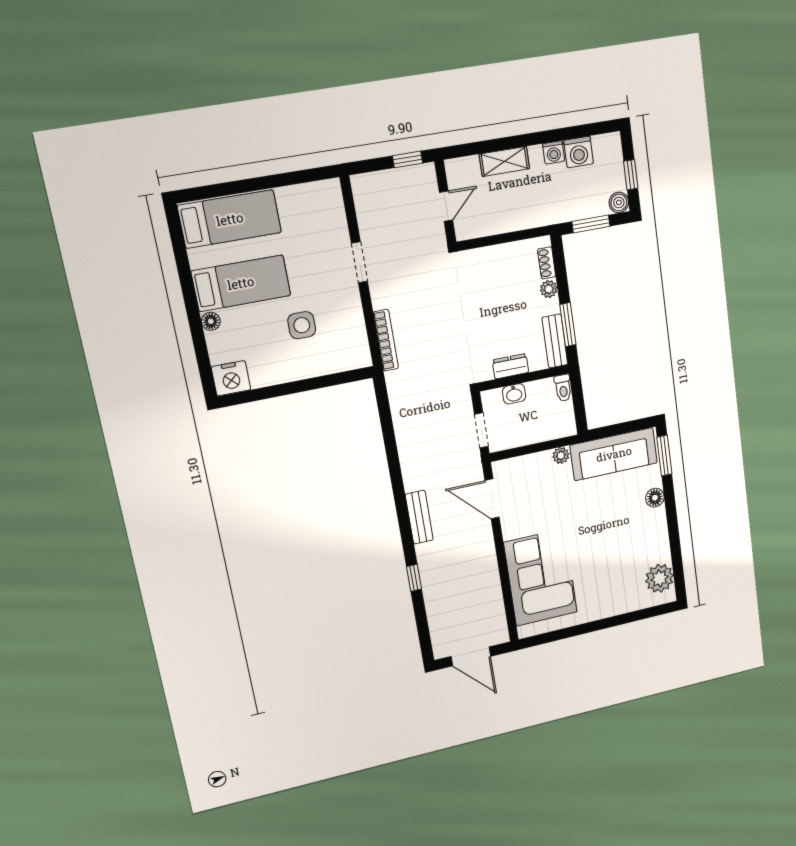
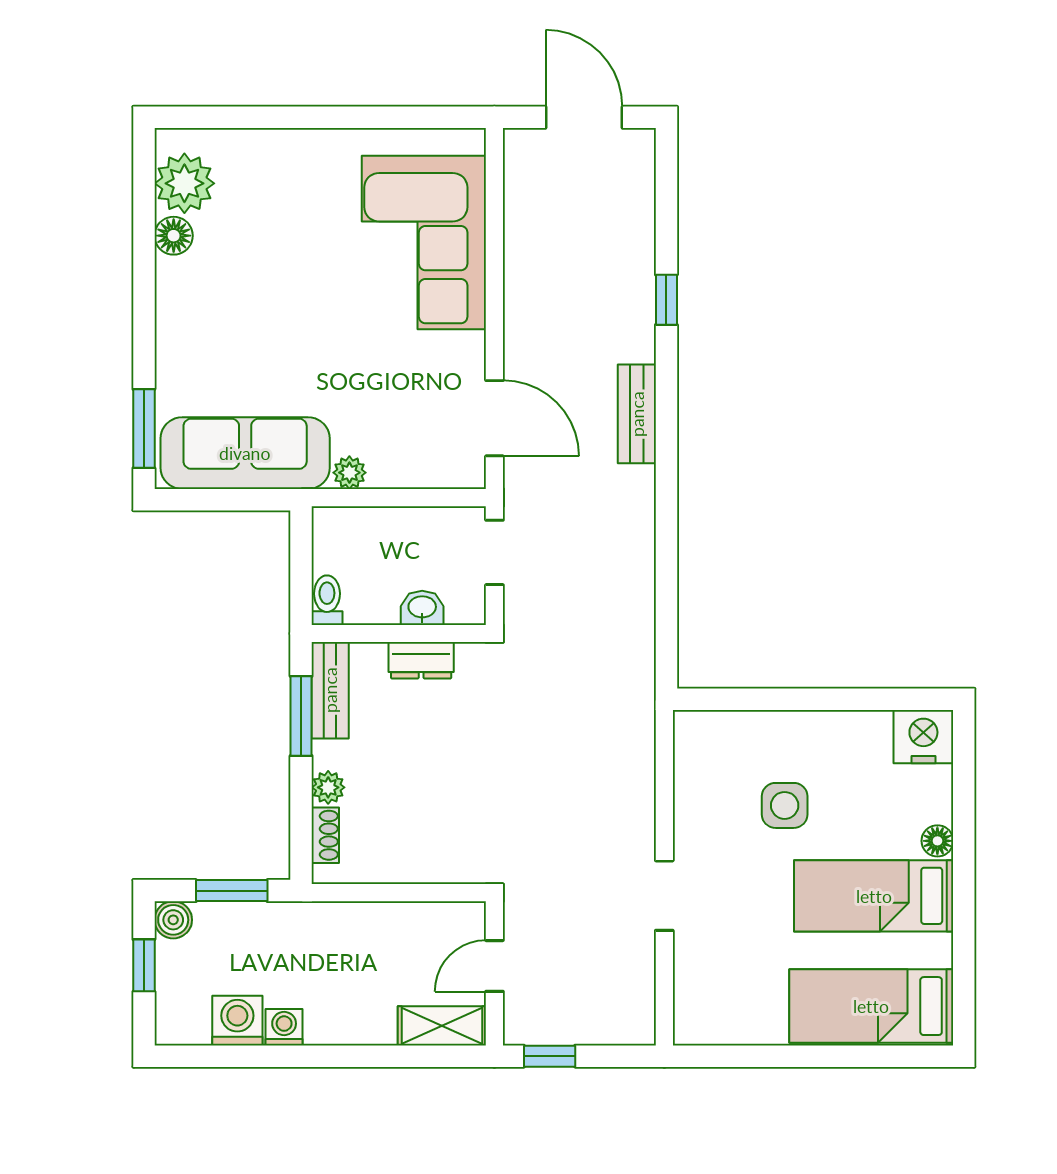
shelving: (504, 161) -> (442, 1026), moved
bookcase: (386, 340) -> (642, 751), removed
floor lamp: (655, 498) -> (174, 236), moved

